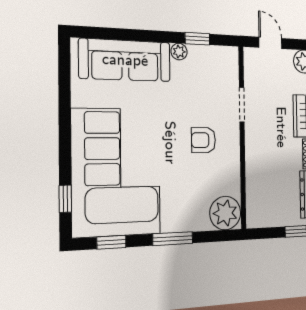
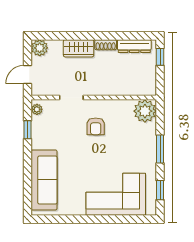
plant: (179, 52) -> (37, 109), moved
corner sofa: (116, 172) -> (116, 194), width x0.73, depth x0.74
window: (65, 199) -> (132, 219), removed

